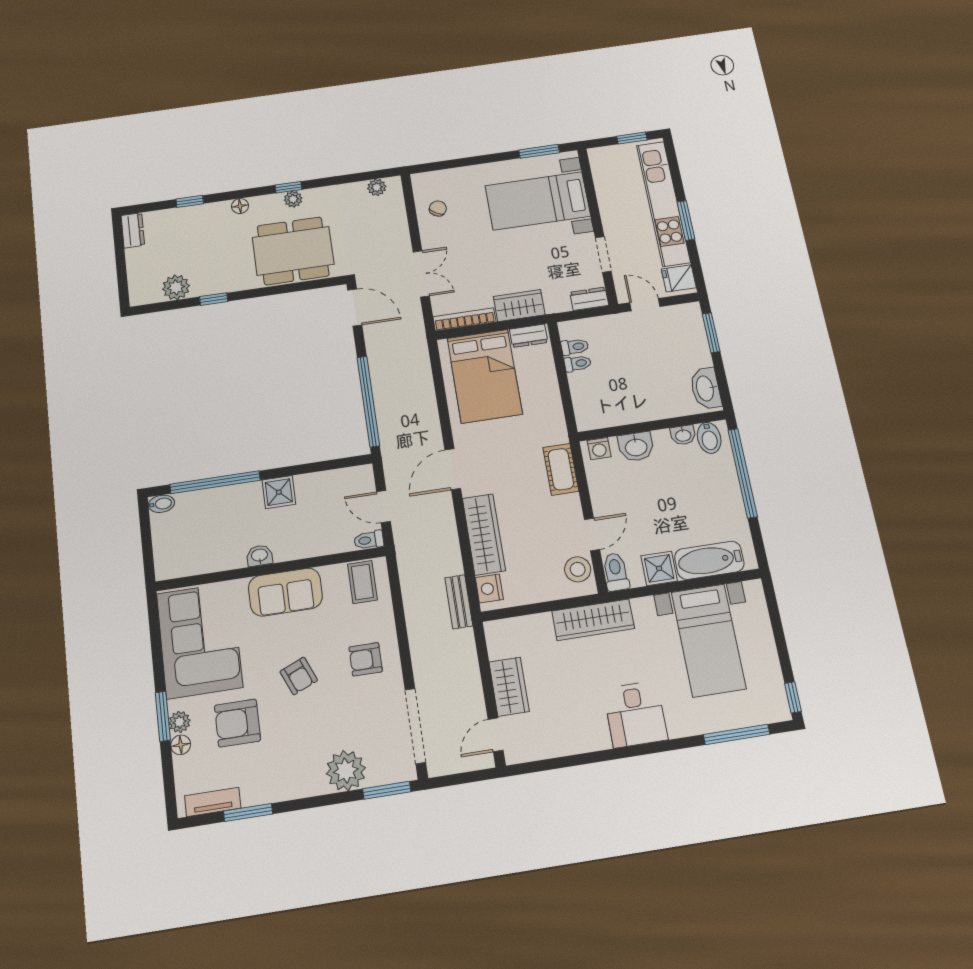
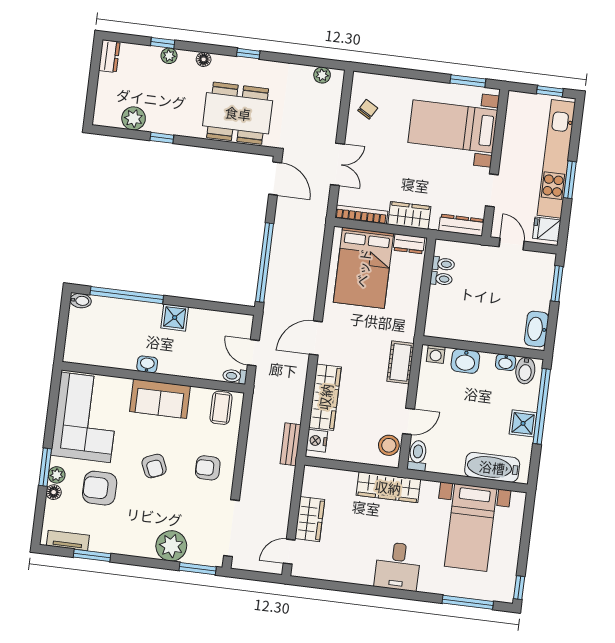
plant: (293, 199) -> (169, 56), moved
dresser: (589, 299) -> (461, 225), width x1.44
shower: (659, 568) -> (523, 423), moved

